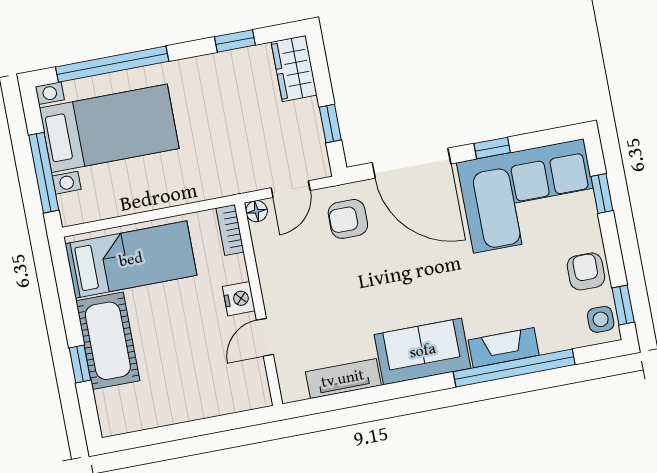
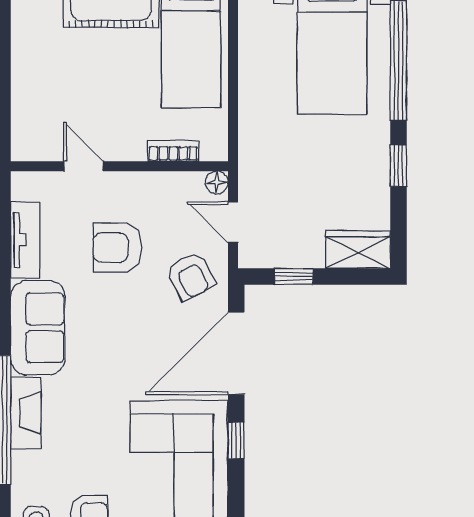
window: (235, 41) -> (398, 166), moved
armchair: (348, 219) -> (191, 276), turned 152
bookcase: (230, 230) -> (173, 151), moved
armchair: (334, 292) -> (117, 247), added
nightstand: (239, 299) -> (129, 147), removed

